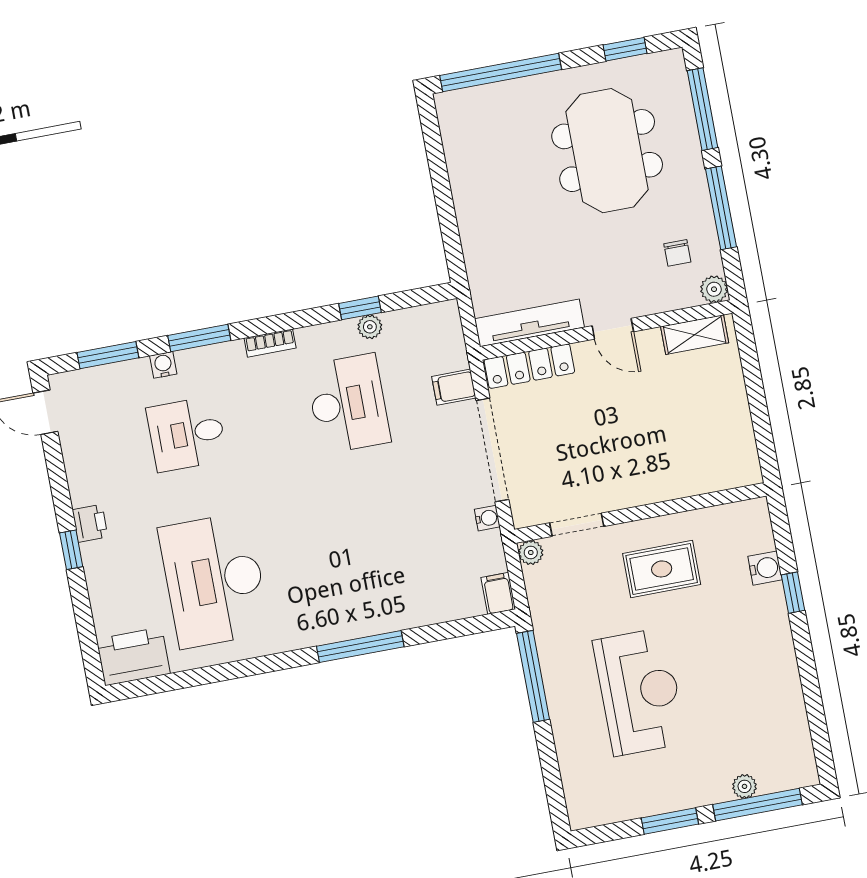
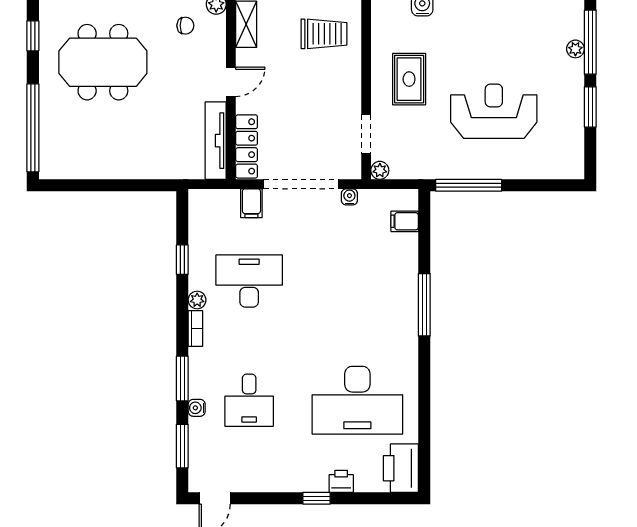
plant: (370, 327) -> (197, 300), moved
trolley: (701, 442) -> (324, 34), added
printer: (90, 523) -> (341, 481), moved
filing cabinet: (498, 593) -> (405, 221), moved

